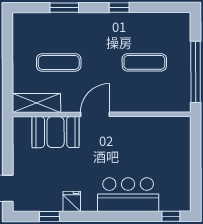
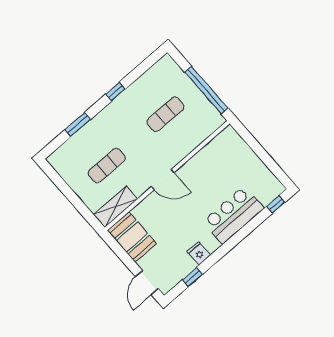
door: (95, 114) -> (163, 180), swing flipped
booth: (56, 132) -> (132, 237), moved, turned 90

